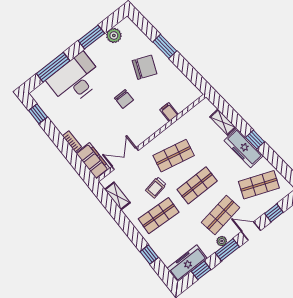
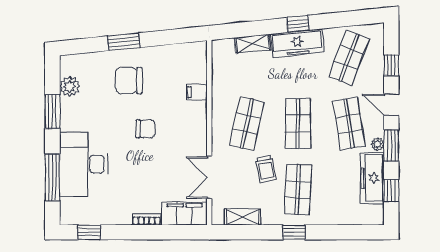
chair: (145, 67) -> (129, 81), turned -112
door: (251, 231) -> (391, 105), hinge flipped
window: (149, 255) -> (294, 232), moved
freezer: (187, 263) -> (372, 178), moved

